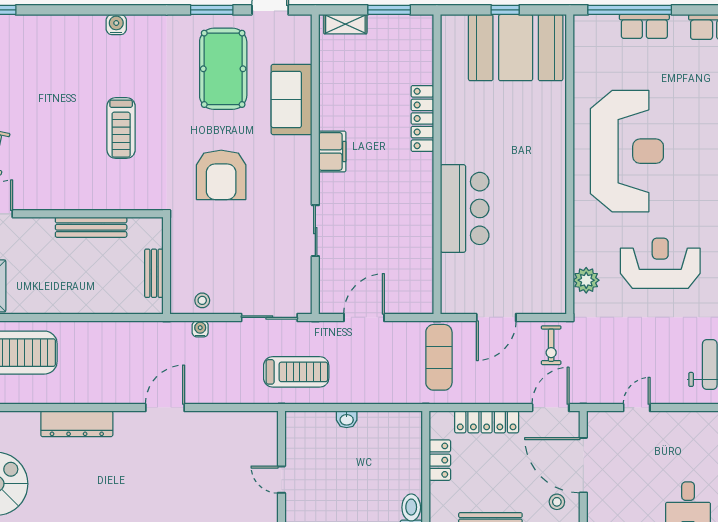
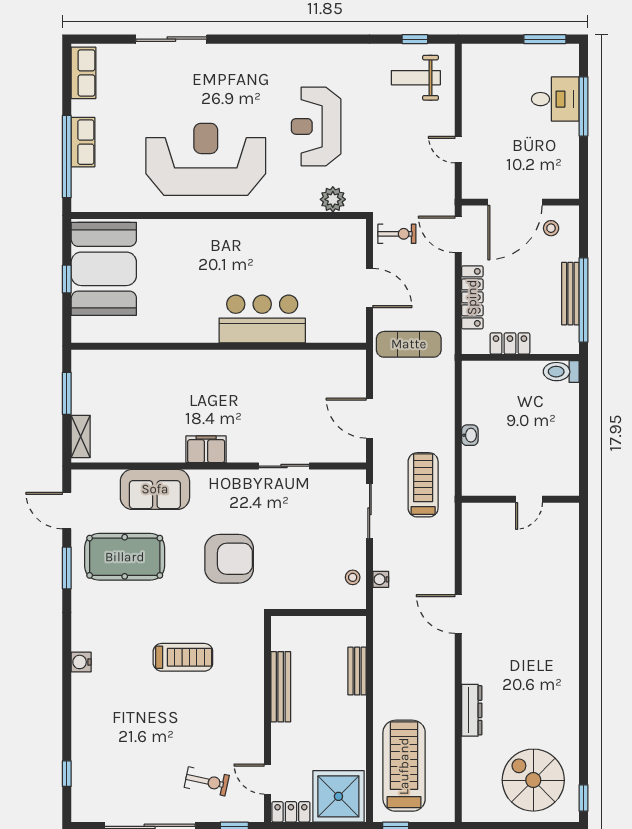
locker: (422, 118) -> (174, 361), removed
bench: (154, 273) -> (357, 671), moved, turned 90
dresser: (77, 424) -> (472, 710), width x0.73, depth x0.80

